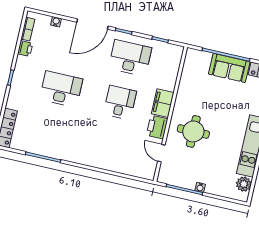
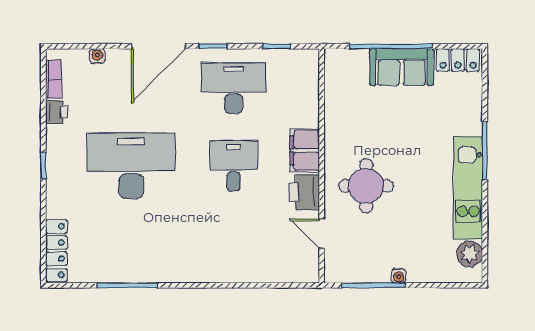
desk: (61, 89) -> (131, 166), width x1.36, depth x1.30

